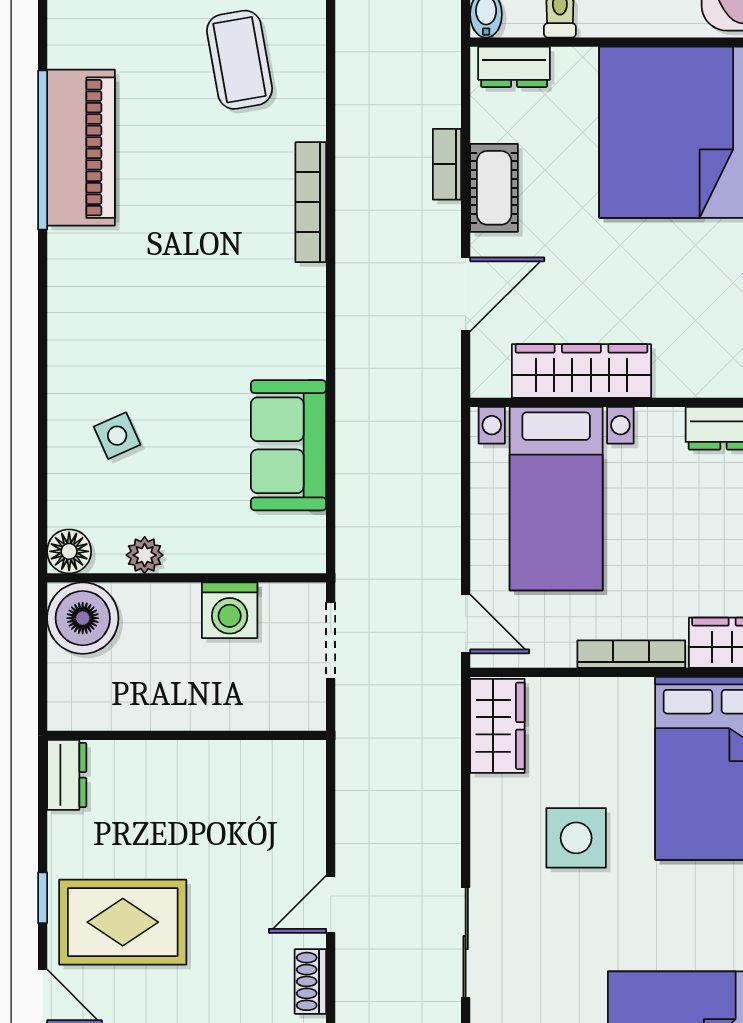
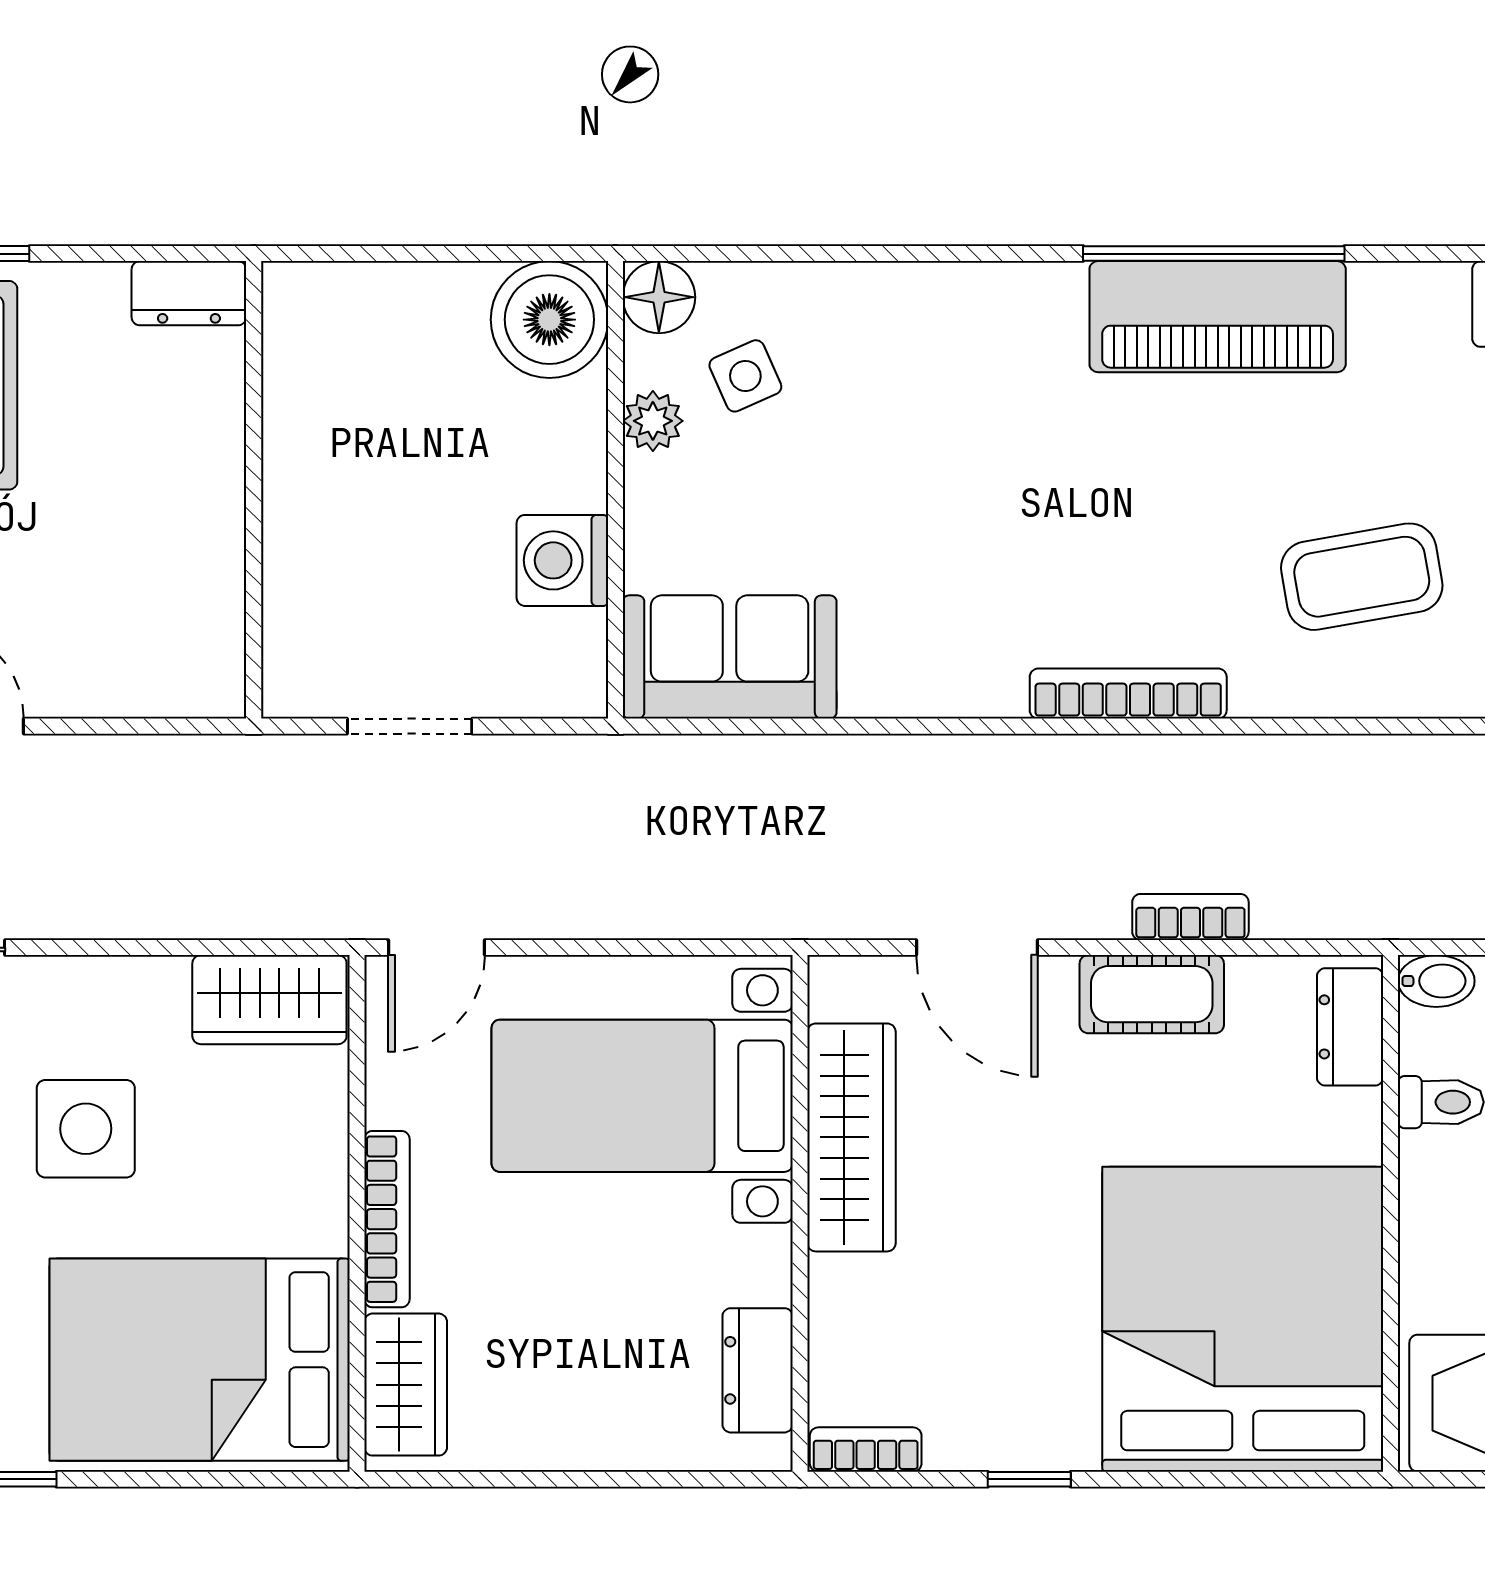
floor lamp: (69, 551) -> (659, 297), moved
plant: (145, 555) -> (653, 421), moved
wall: (187, 578) -> (615, 490), moved
washing machine: (230, 610) -> (562, 560), moved
boiler: (83, 618) -> (549, 320), moved

